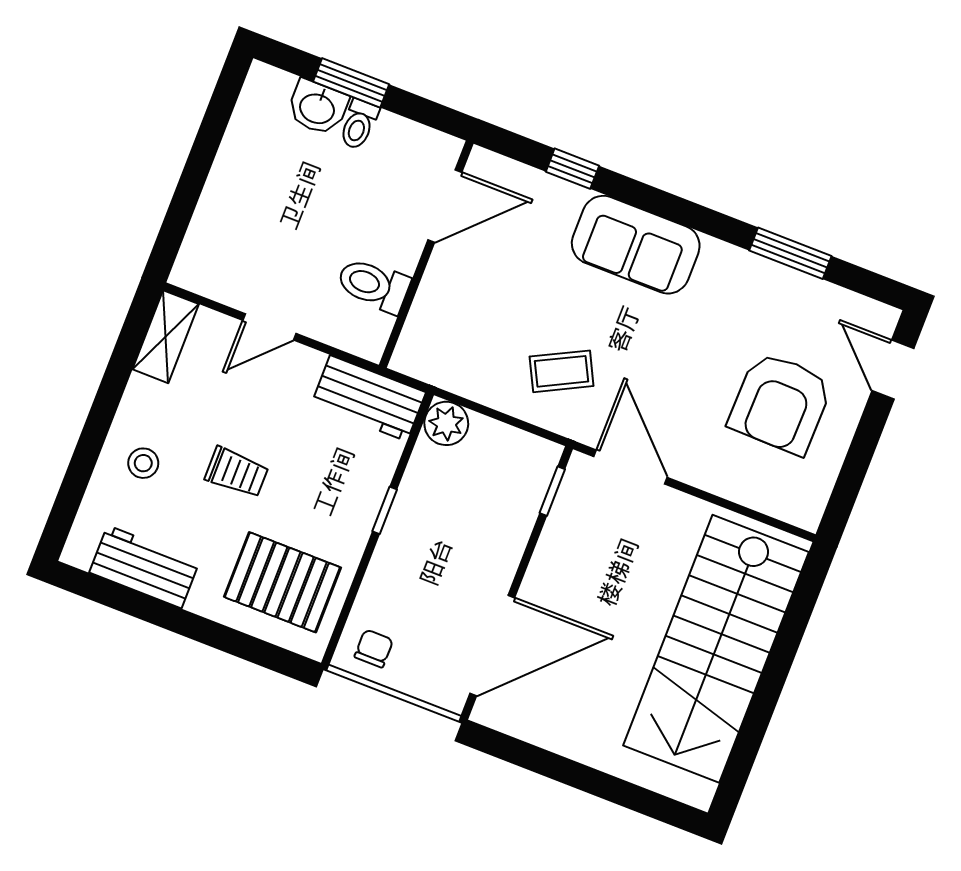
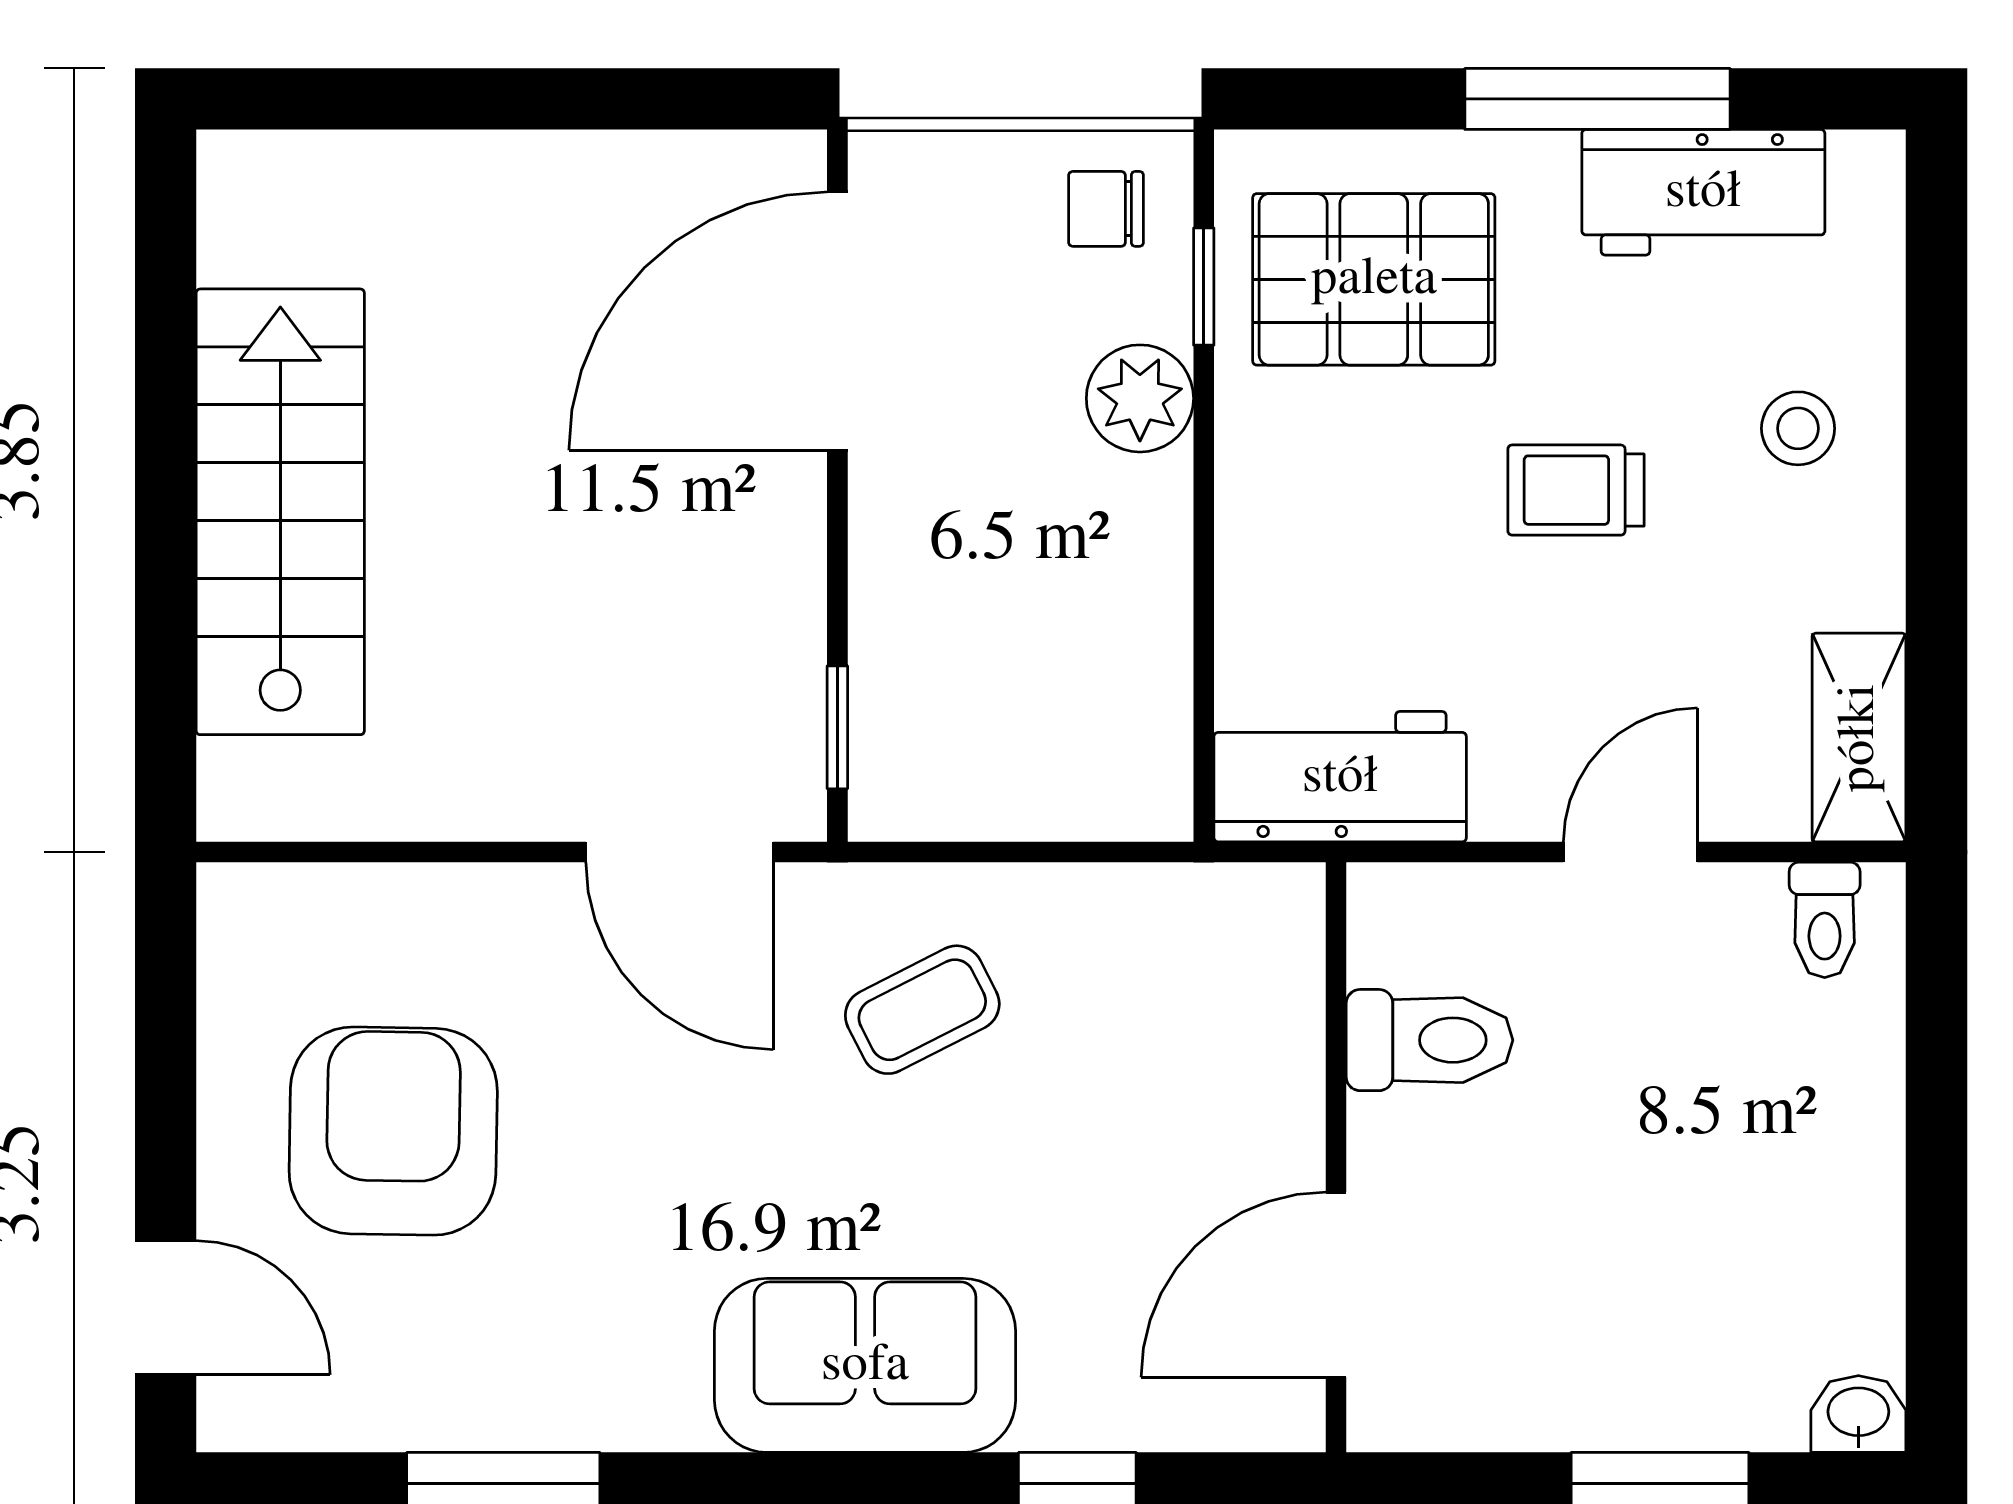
washbasin: (317, 107) -> (1858, 1414), moved, width x0.72, depth x0.69
toilet: (359, 124) -> (1825, 920), moved, turned 180
plant: (446, 423) -> (1140, 398), moved
window: (385, 510) -> (1204, 287), moved
window: (171, 618) -> (1597, 99), added
chair: (374, 648) -> (1106, 209), turned 90
stairs: (716, 649) -> (280, 512), width x0.73, depth x0.66

